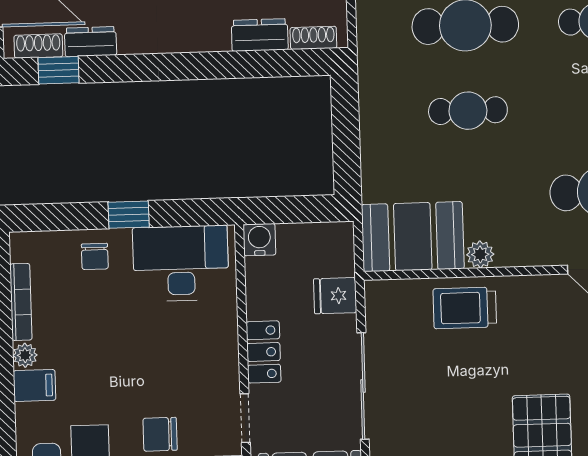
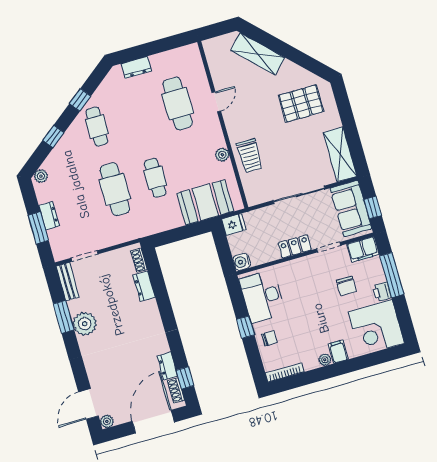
booth: (413, 237) -> (205, 202), moved, turned 90
fridge: (335, 296) -> (234, 225), moved, turned -90
bookcase: (21, 302) -> (285, 372), moved

